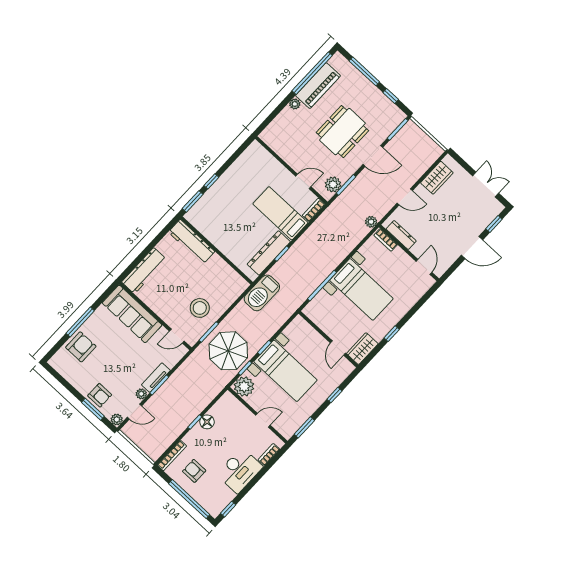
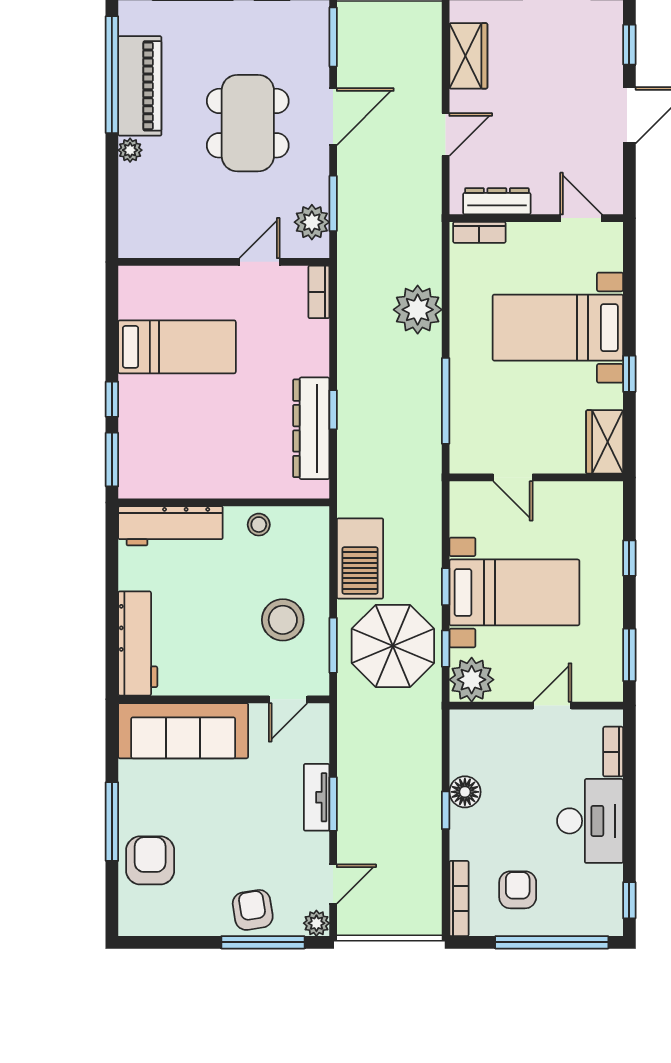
bed: (280, 213) -> (177, 347), moved, turned 180
plant: (371, 222) -> (418, 310), moved, width x1.88, depth x1.88
stool: (221, 269) -> (259, 525), added
bed with nightstands: (361, 289) -> (558, 328), moved, turned 180
barbecue: (262, 293) -> (360, 558), moved
door: (338, 348) -> (513, 477), moved
plant: (141, 394) -> (317, 845), removed
armchair: (100, 395) -> (253, 910), turned -99
window: (93, 409) -> (263, 942), width x1.44
armchair: (194, 471) -> (518, 890), turned 90

